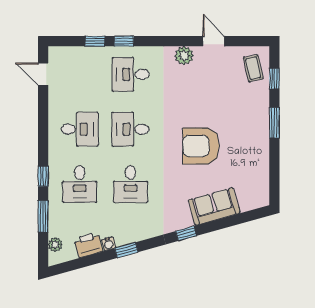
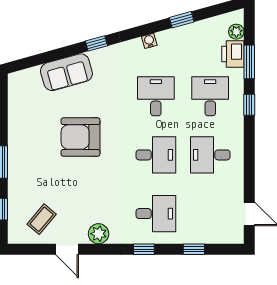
window: (124, 41) -> (144, 249), moved
coffee table: (253, 68) -> (42, 219), moved, turned 53
armchair: (201, 146) -> (80, 137), turned 180
water cooler: (109, 244) -> (149, 41), moved
printer: (88, 245) -> (233, 54), moved, turned 106
window: (126, 250) -> (182, 20), moved

